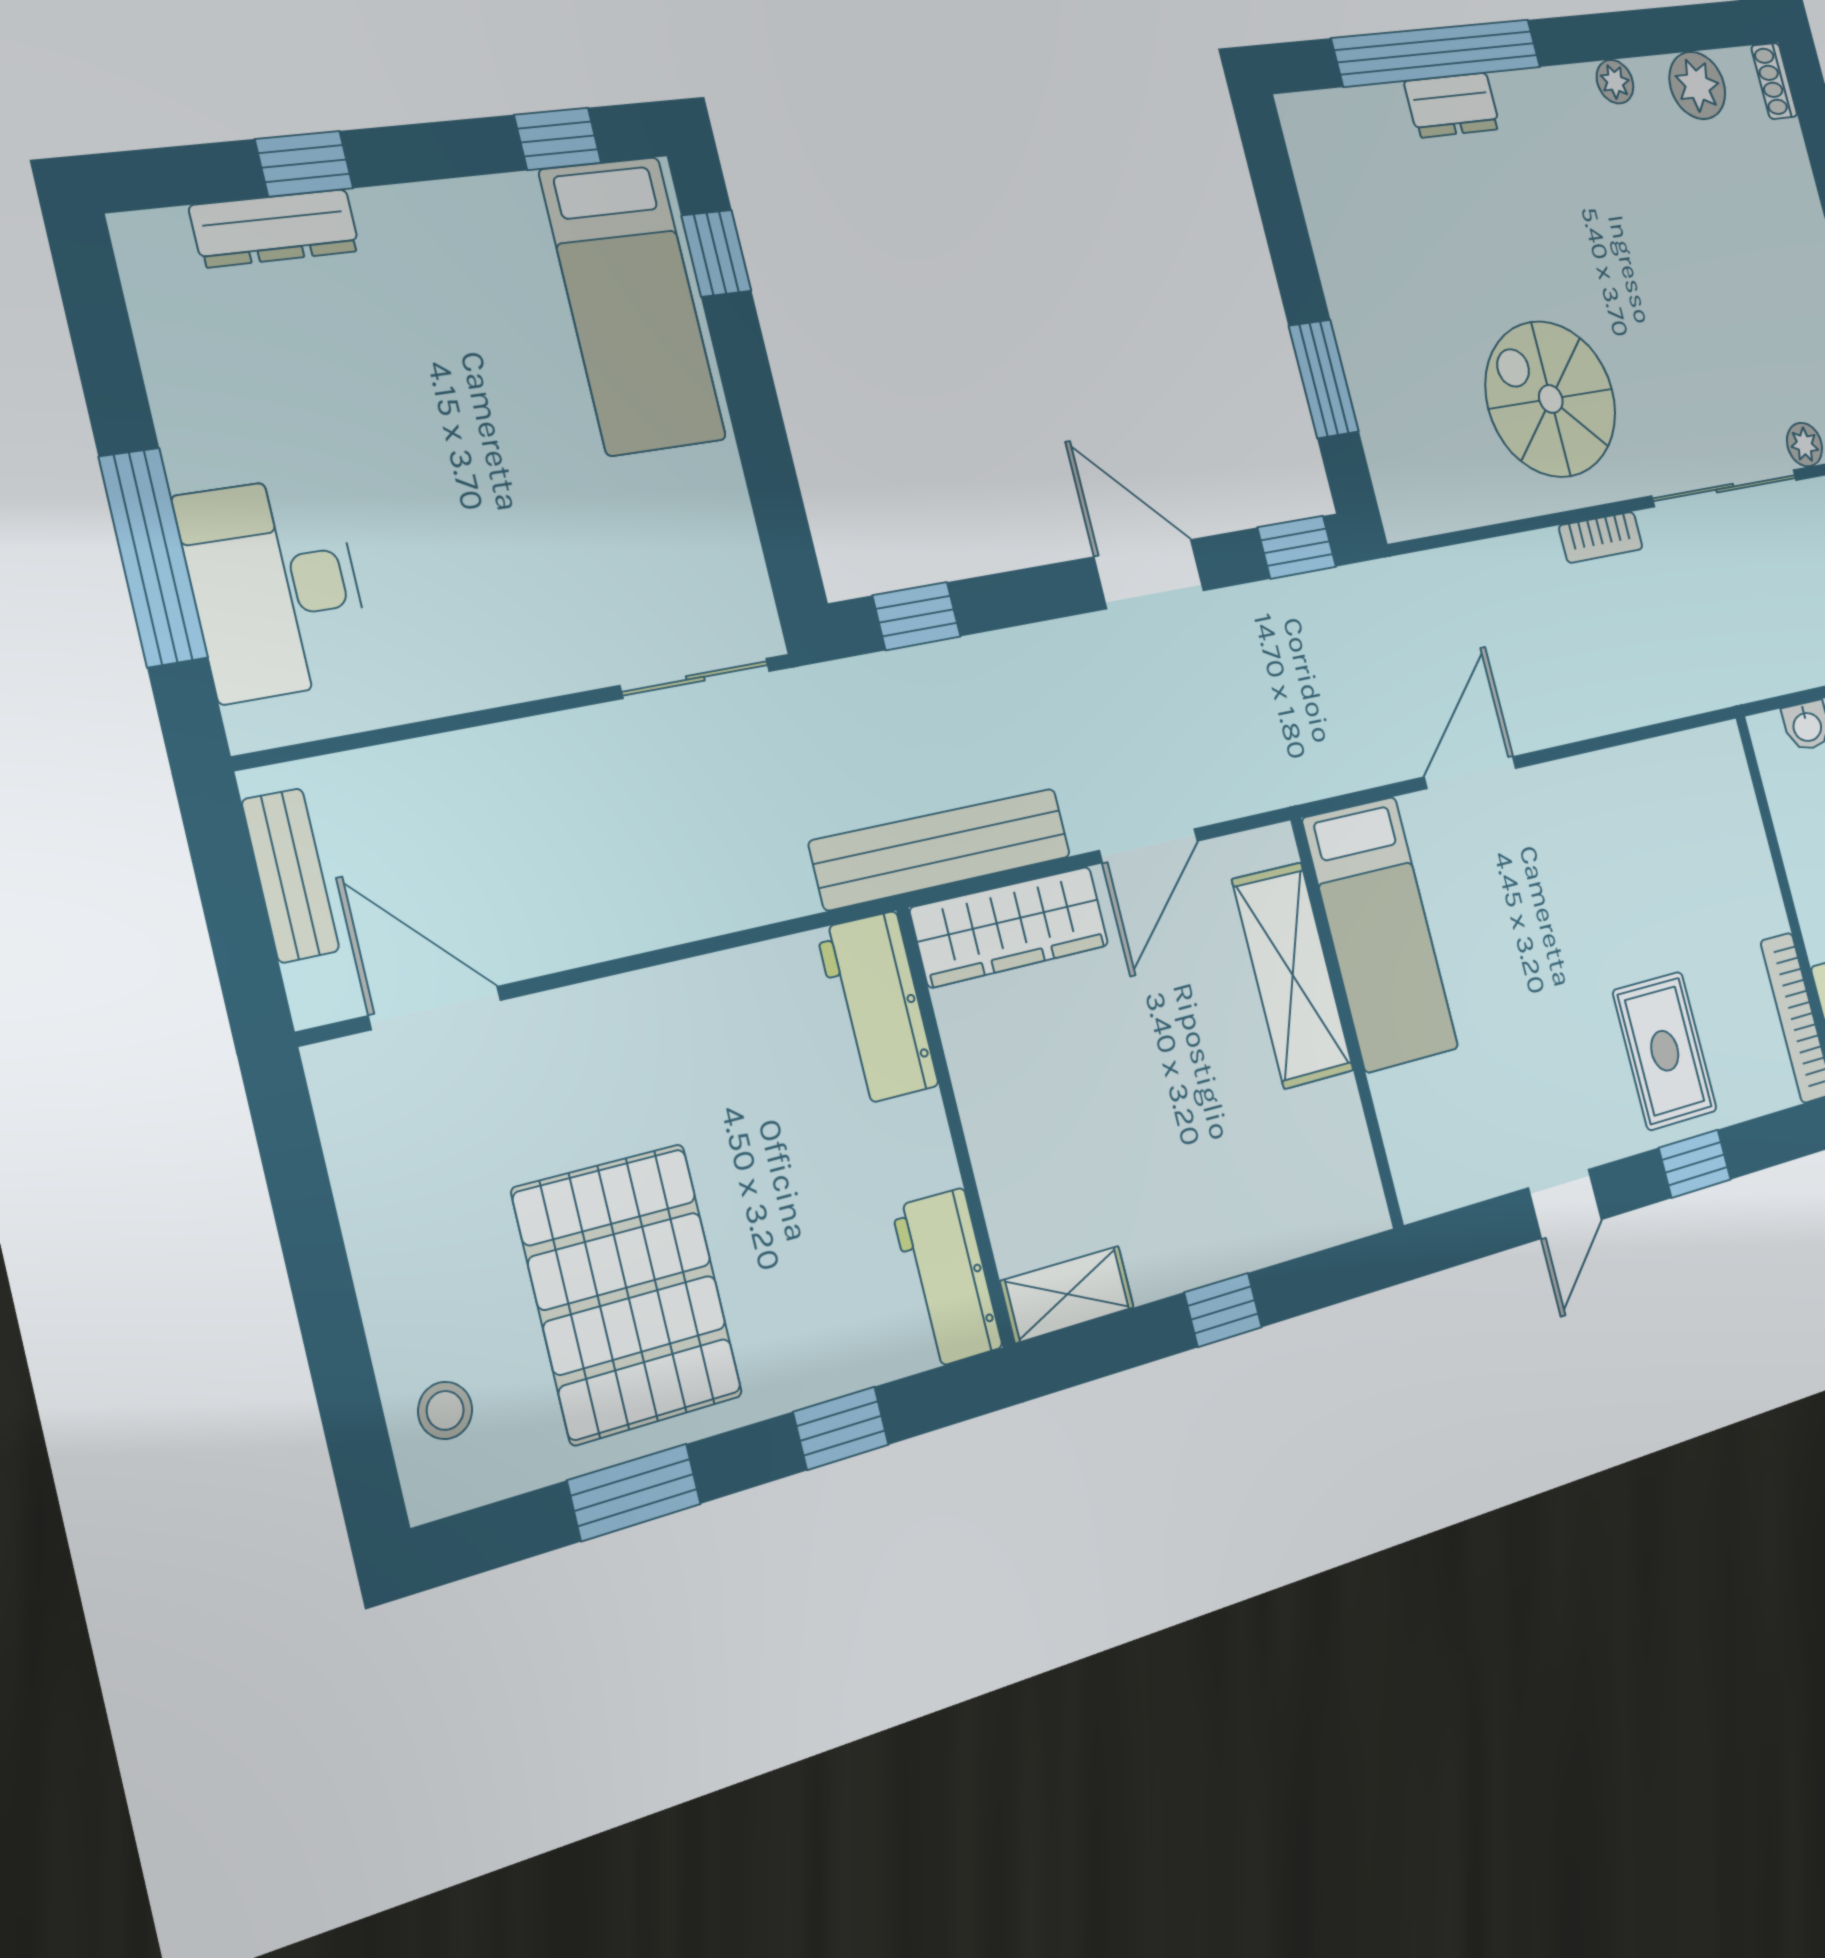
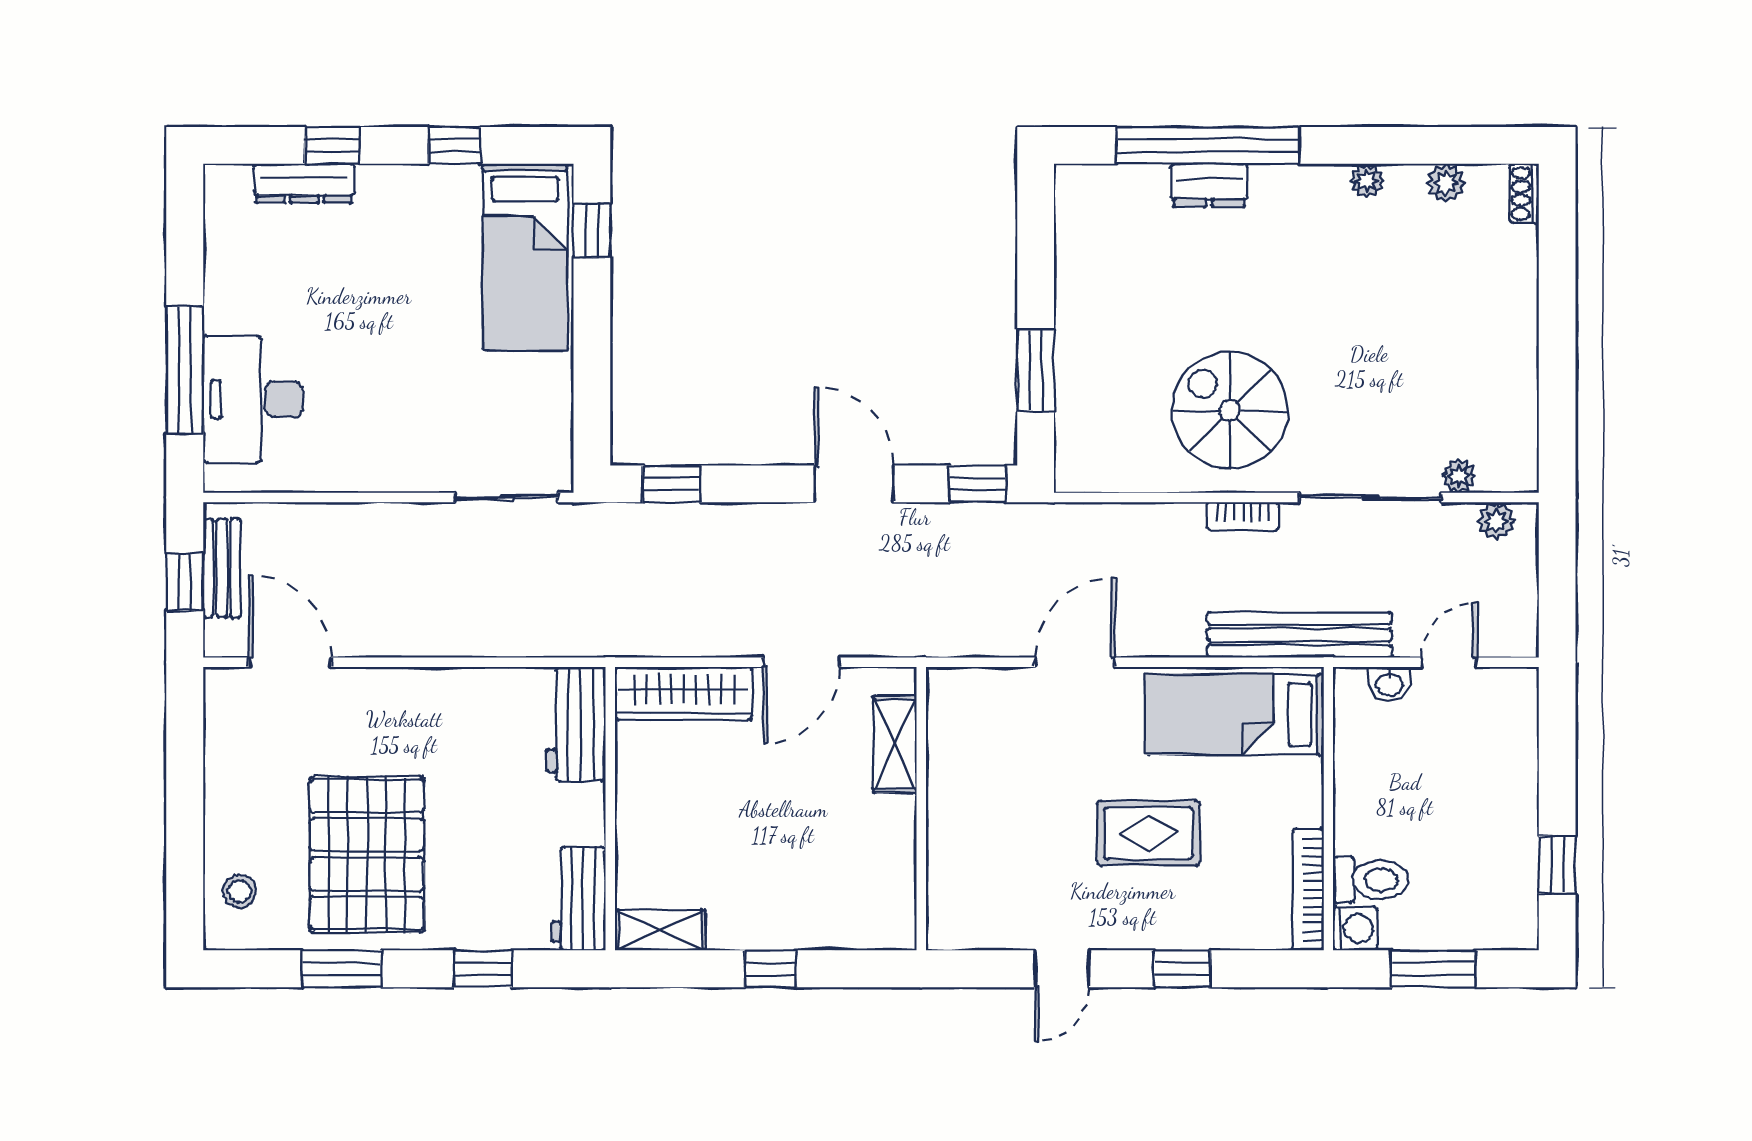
plant: (1697, 85) -> (1446, 183), width x0.73, depth x0.73
window: (558, 139) -> (454, 145), moved
bench: (941, 849) -> (1299, 635), moved
window: (235, 911) -> (185, 582), added
bed: (1380, 934) -> (1235, 715), moved, turned 90
shelving: (1293, 975) -> (895, 745), width x0.67, depth x0.75
rug: (1665, 1051) -> (1148, 833), moved, turned 90

